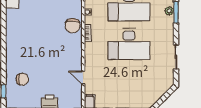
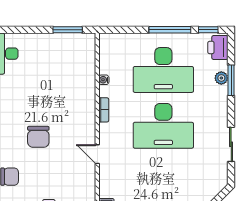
chair: (73, 26) -> (38, 137), moved
door: (83, 78) -> (97, 154), moved

